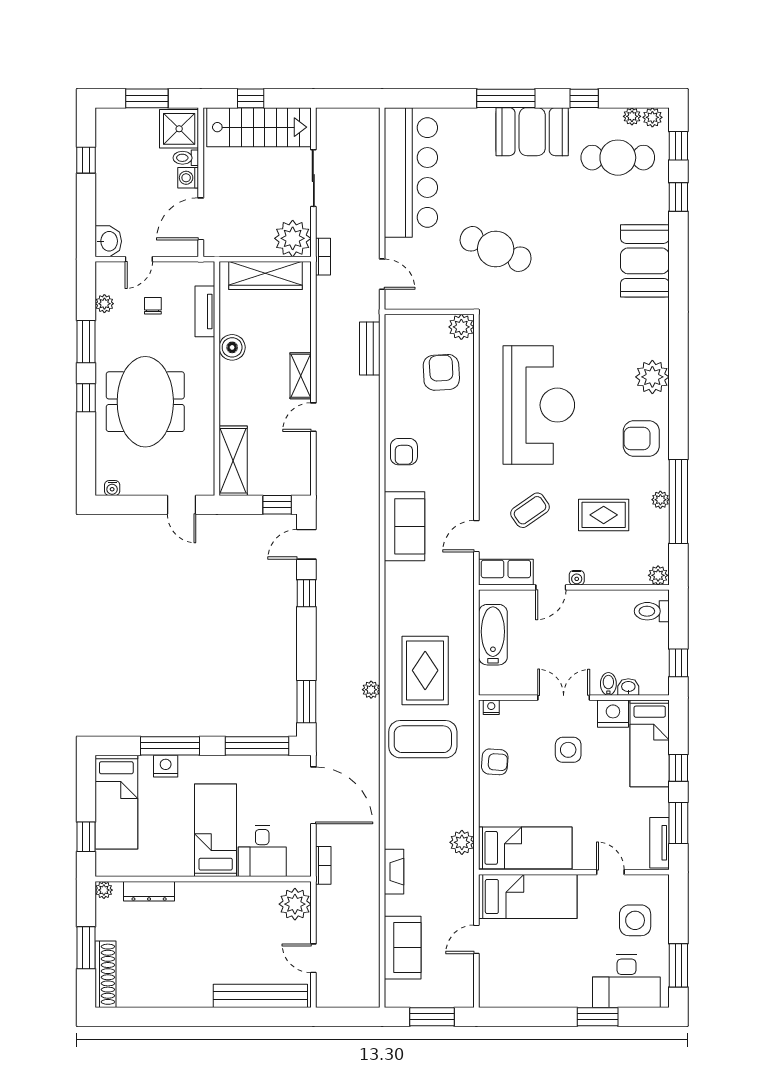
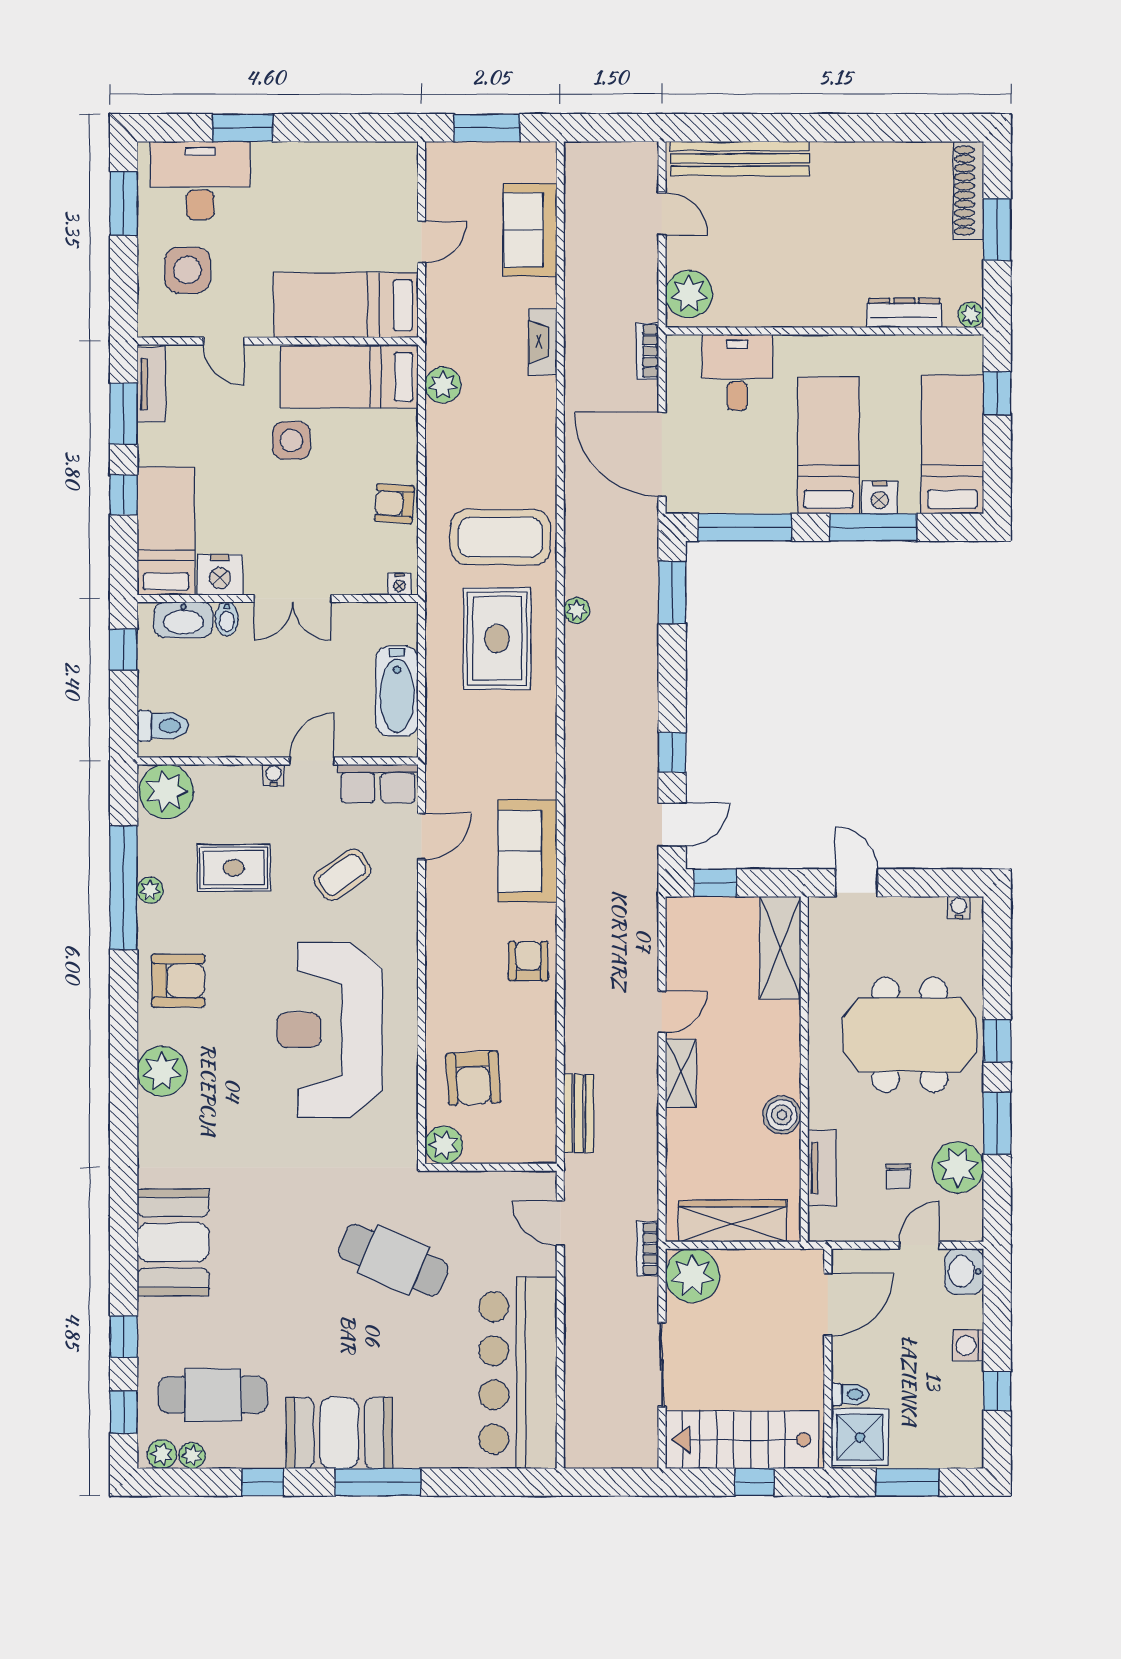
washing machine: (188, 178) -> (968, 1345), moved, turned 180
plant: (104, 304) -> (958, 1167), width x1.87, depth x1.87
meeting table: (145, 402) -> (910, 1035), turned 90
plant: (658, 575) -> (166, 791), width x1.87, depth x1.87
washbasin: (628, 687) -> (183, 620), width x1.91, depth x1.45
side table: (568, 750) -> (291, 440), moved
bed: (216, 830) -> (828, 445), moved, turned 180

